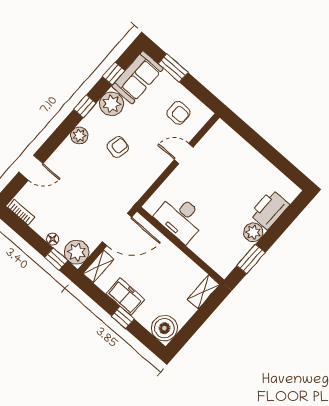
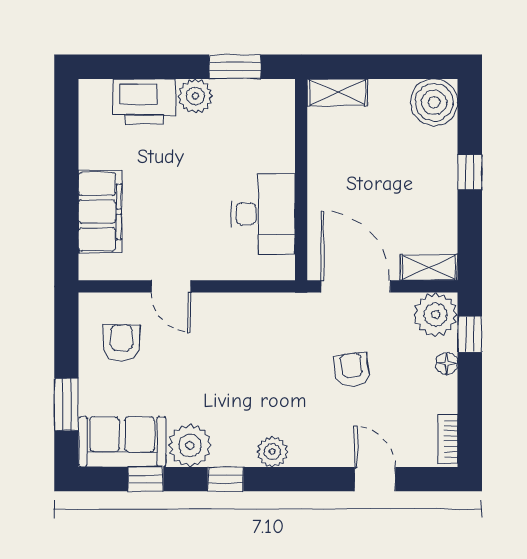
armchair: (118, 147) -> (352, 370), moved, turned 71
filing cabinet: (240, 151) -> (100, 212), added
freezer: (125, 297) -> (438, 194), removed

